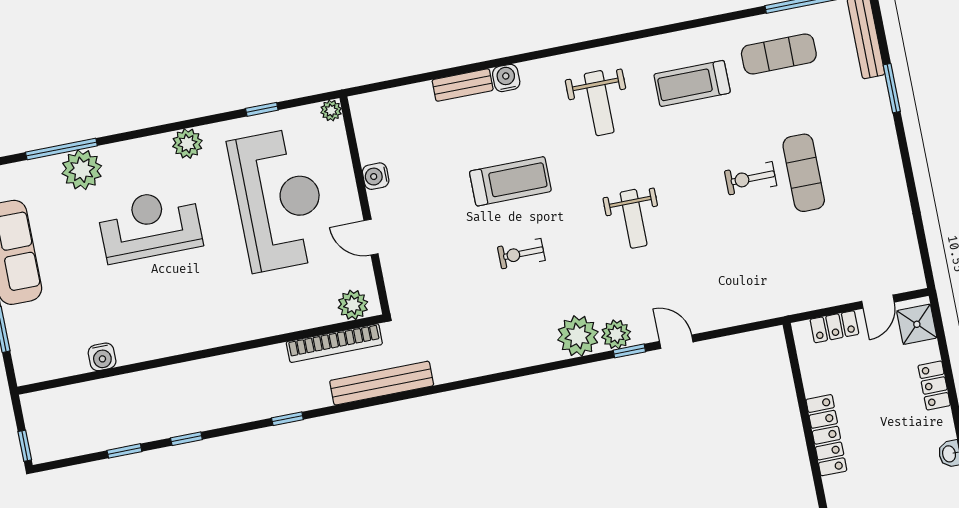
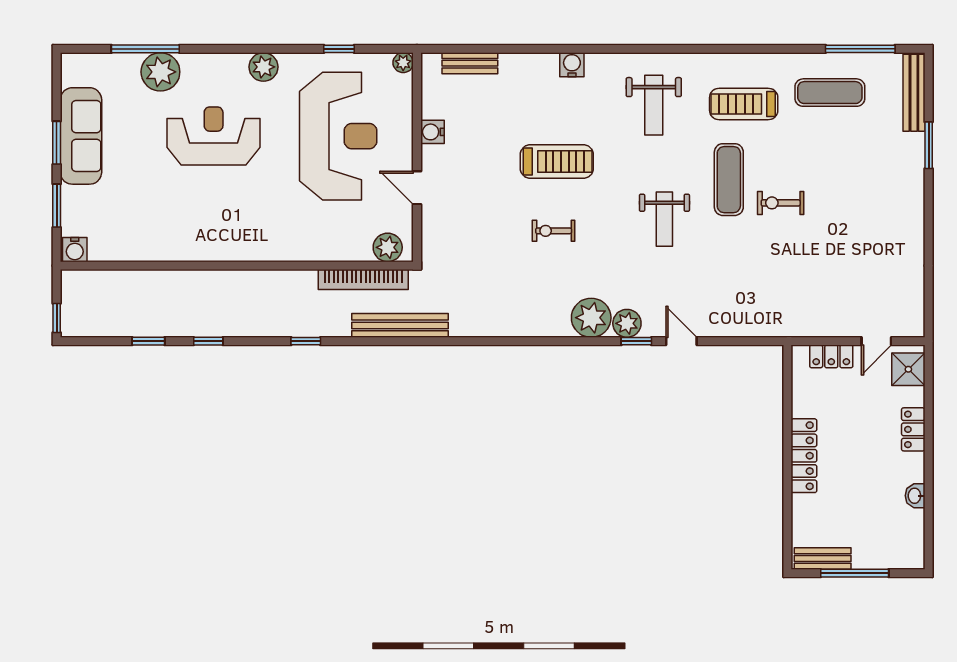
bench: (463, 85) -> (470, 63), moved
exercise mat: (804, 173) -> (729, 180), moved
water cooler: (102, 357) -> (75, 250), moved

